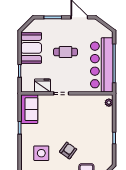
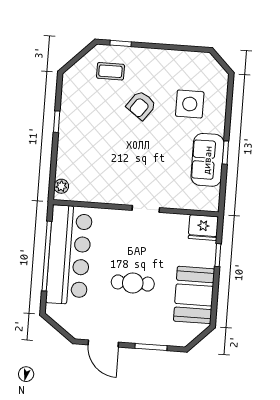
fridge: (42, 85) -> (203, 228), moved
sofa: (29, 109) -> (207, 160), moved

